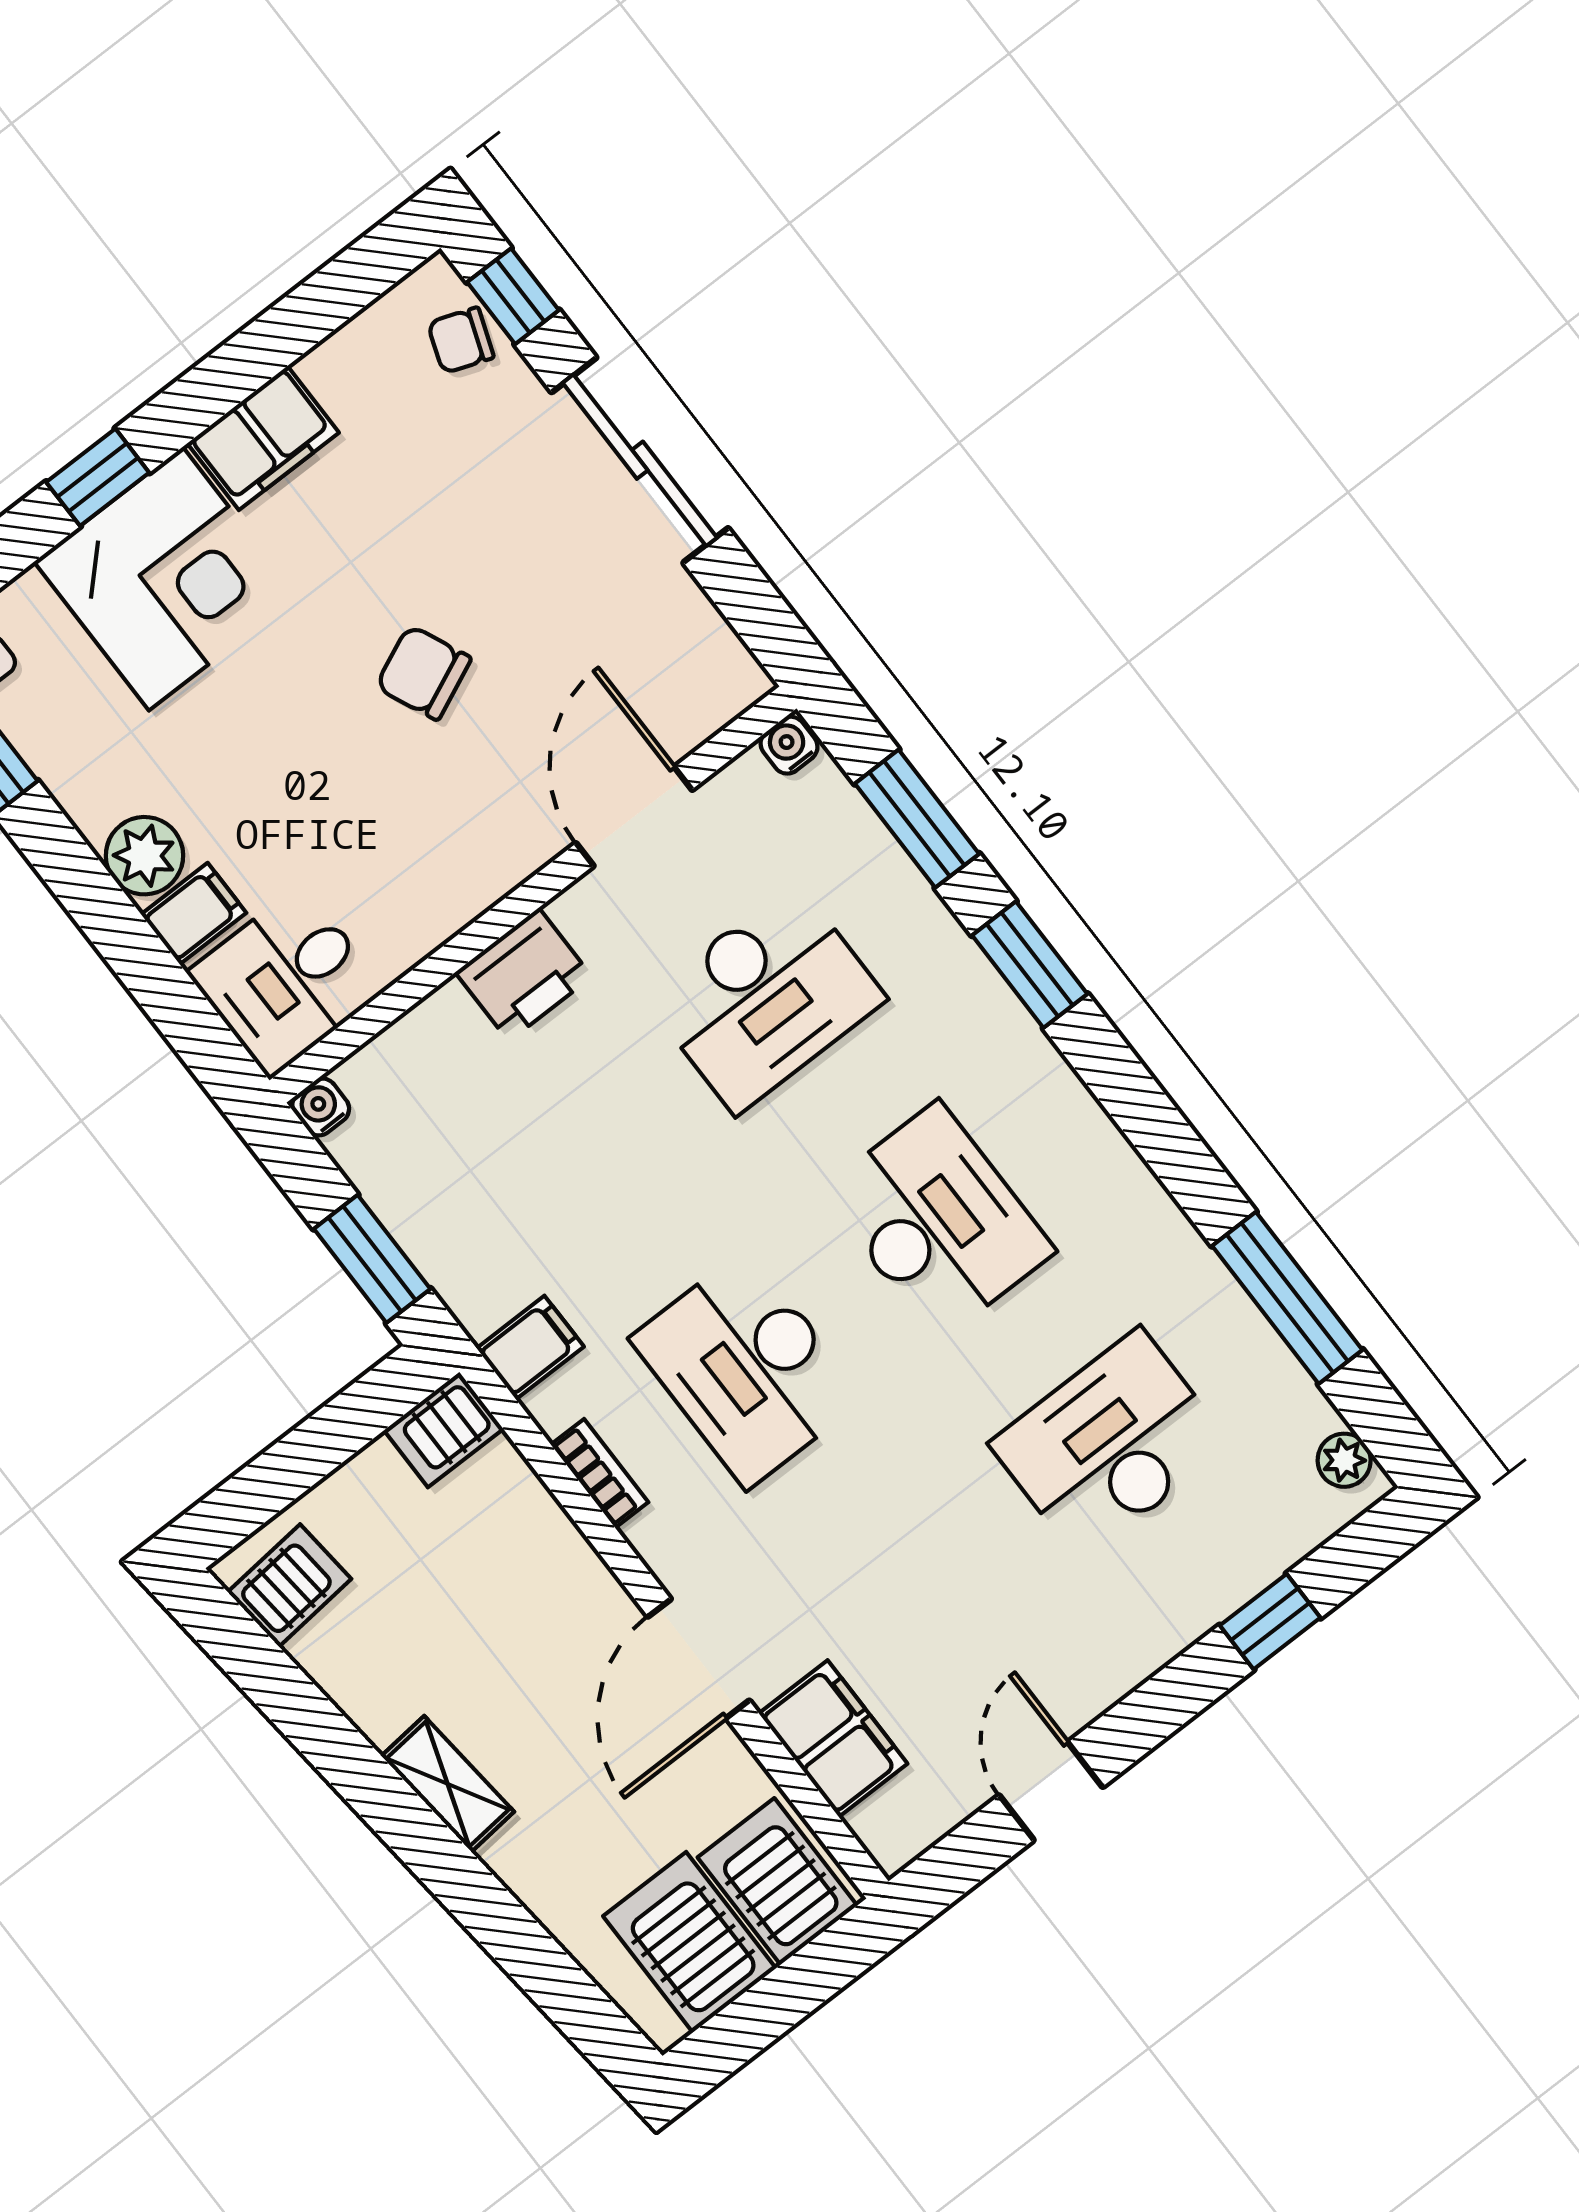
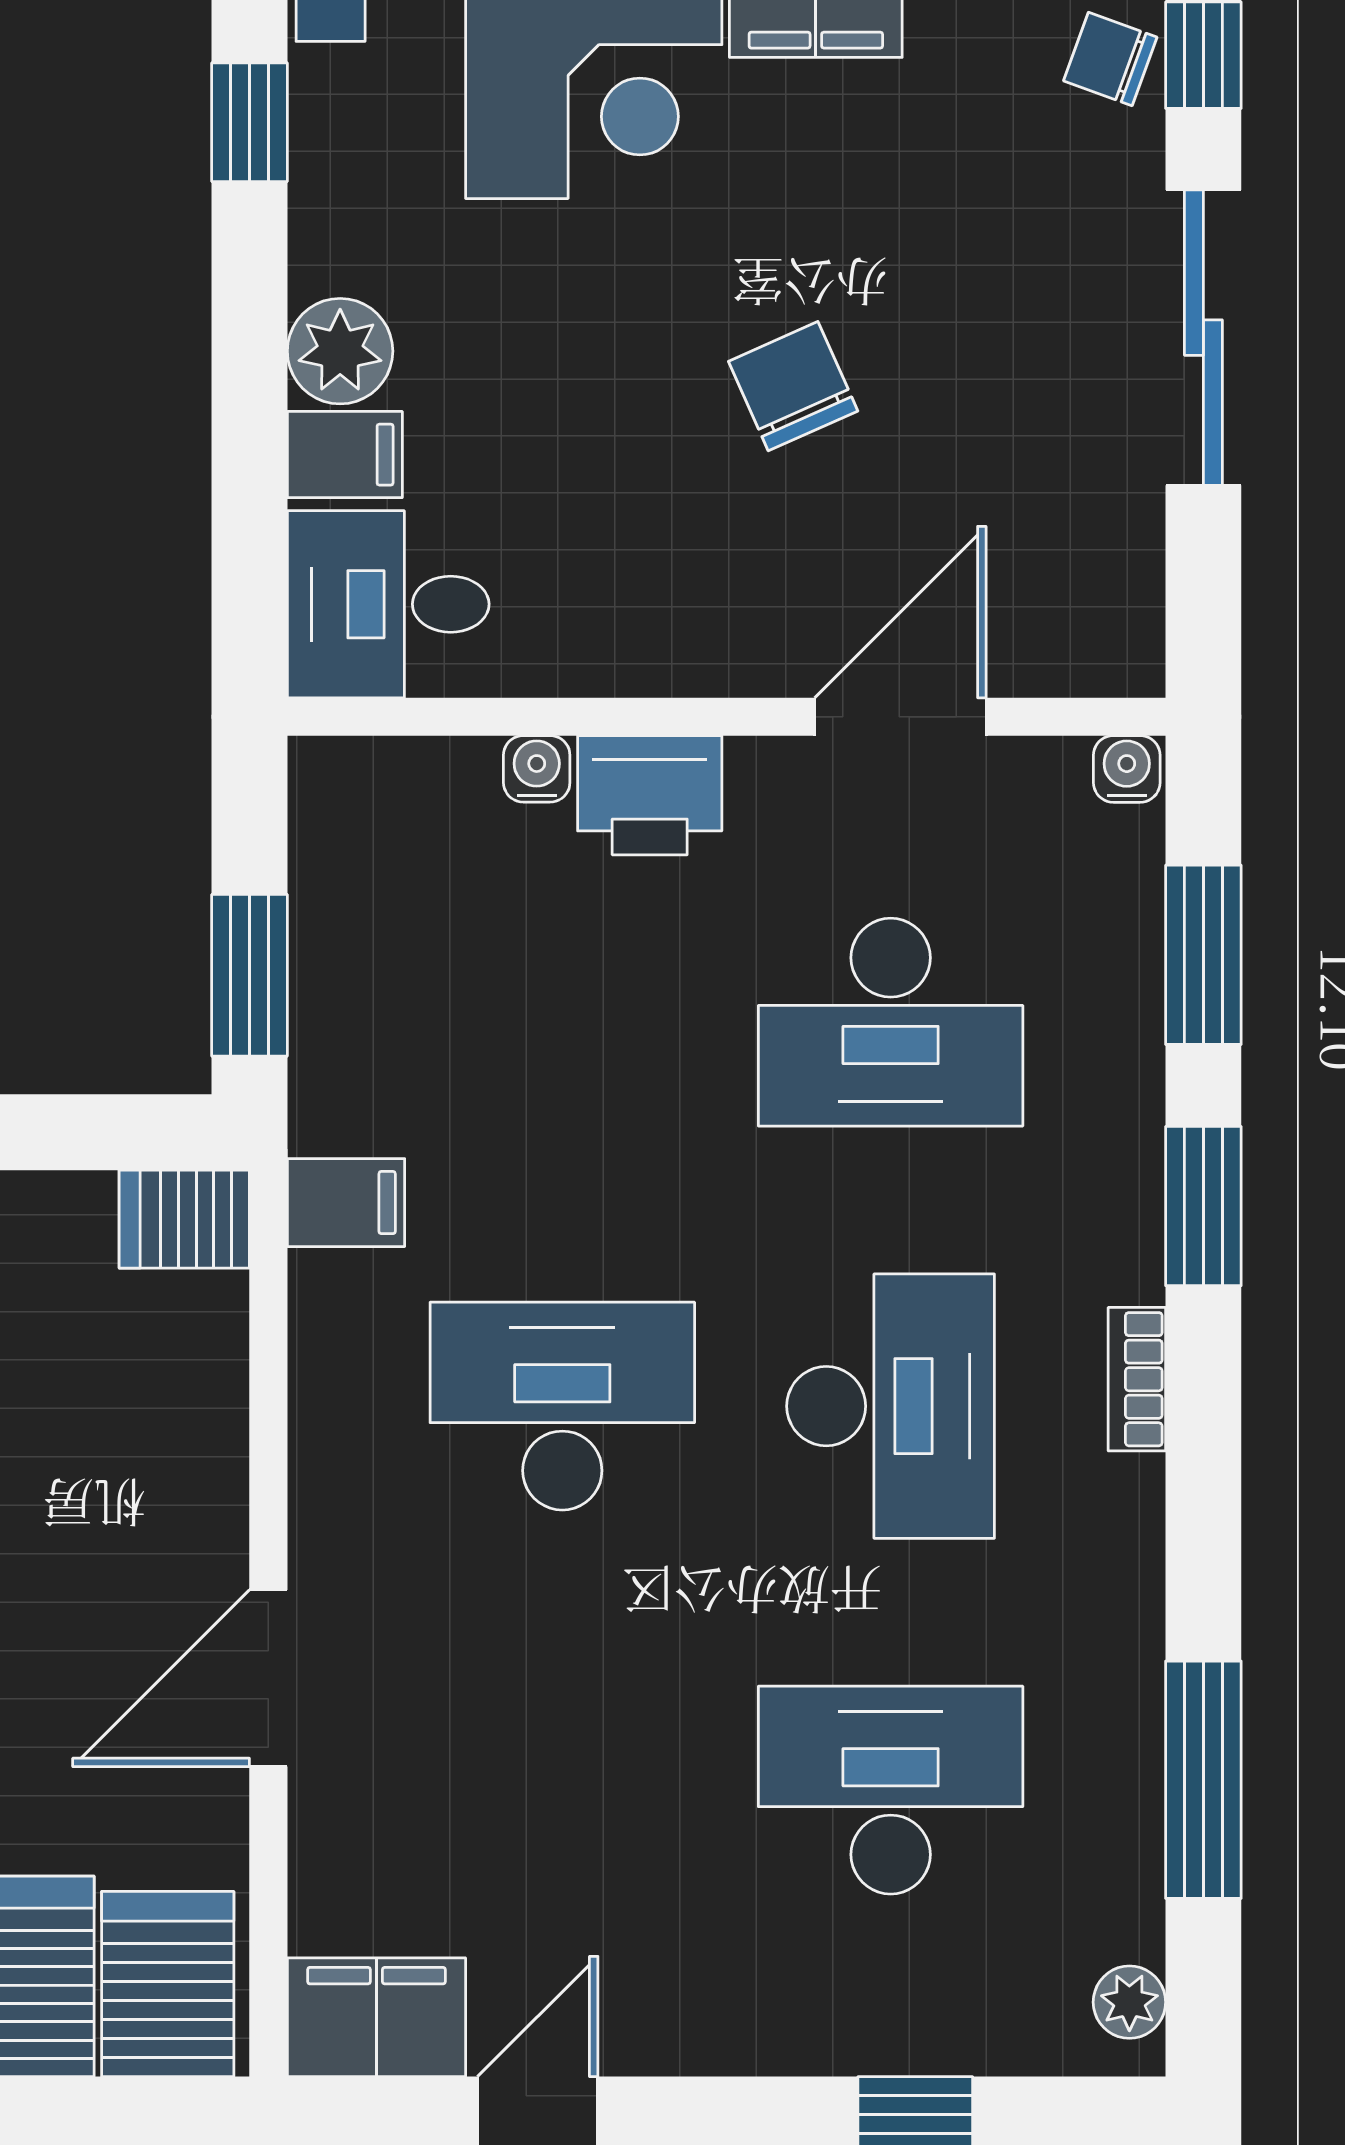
water cooler: (321, 1107) -> (537, 769), moved
desk: (747, 1369) -> (562, 1406), turned 90
bookcase: (600, 1473) -> (1137, 1379), moved, turned 180
filing cabinet: (833, 1739) -> (376, 2017), moved, turned -90

